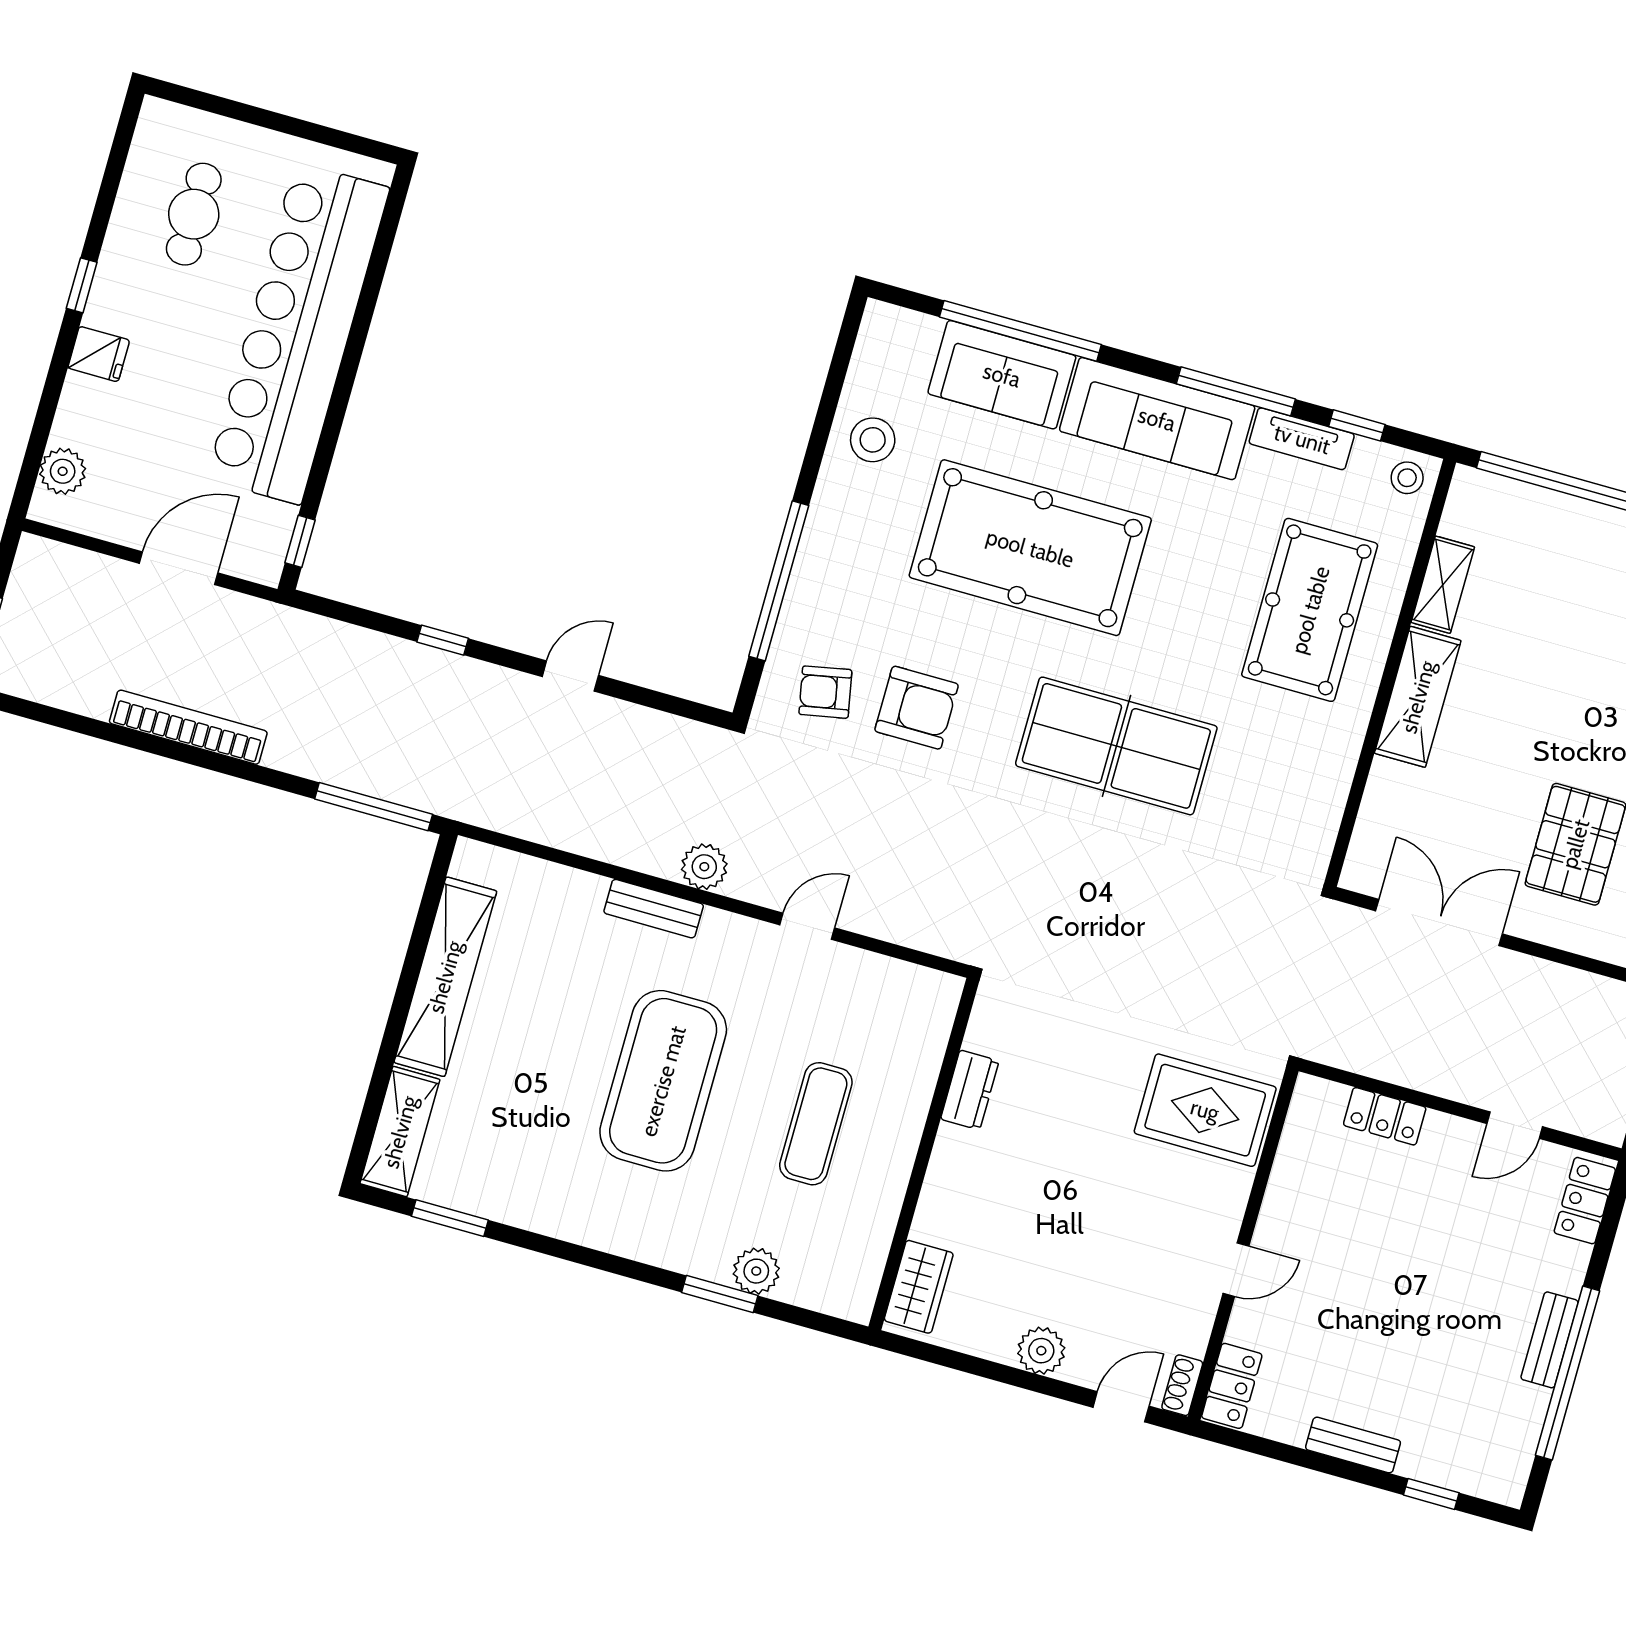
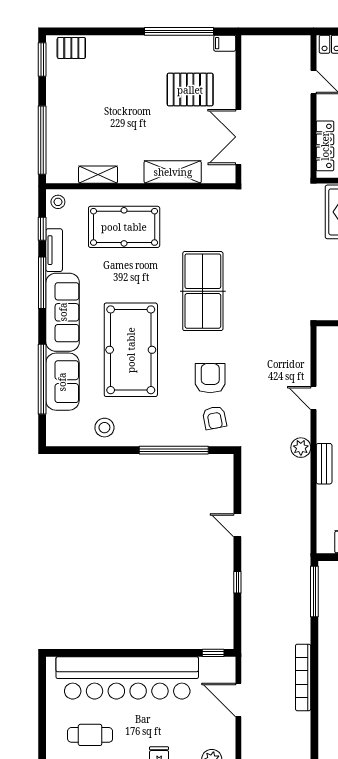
shelving: (1418, 697) -> (173, 172), moved
locker: (1385, 1116) -> (325, 146), width x1.53

